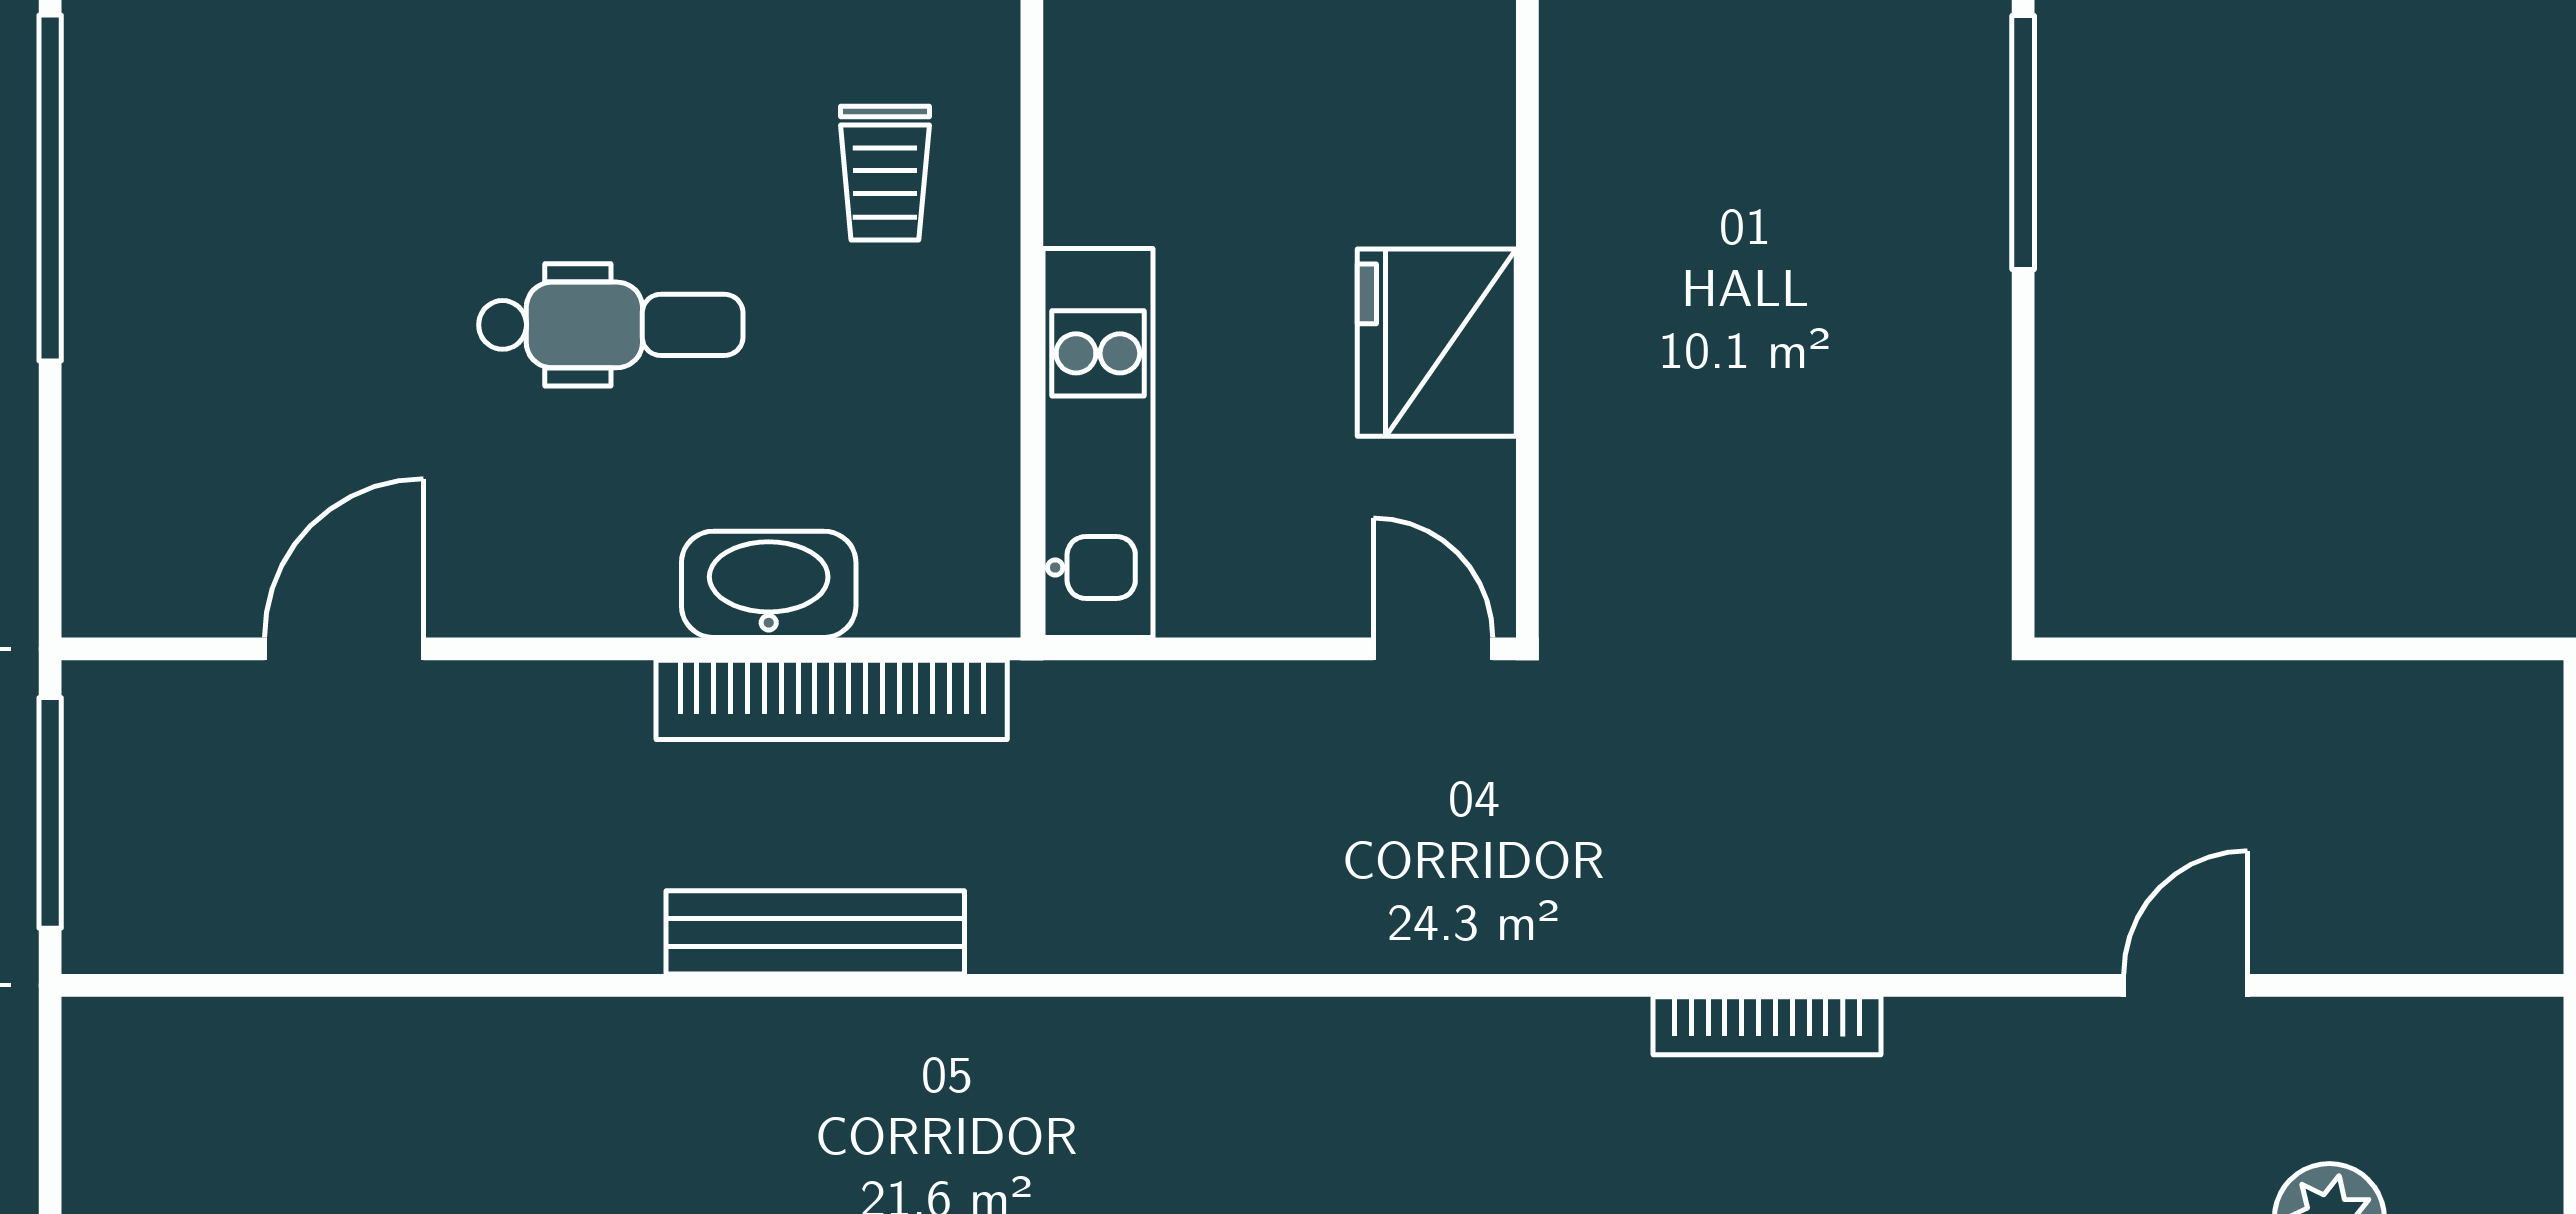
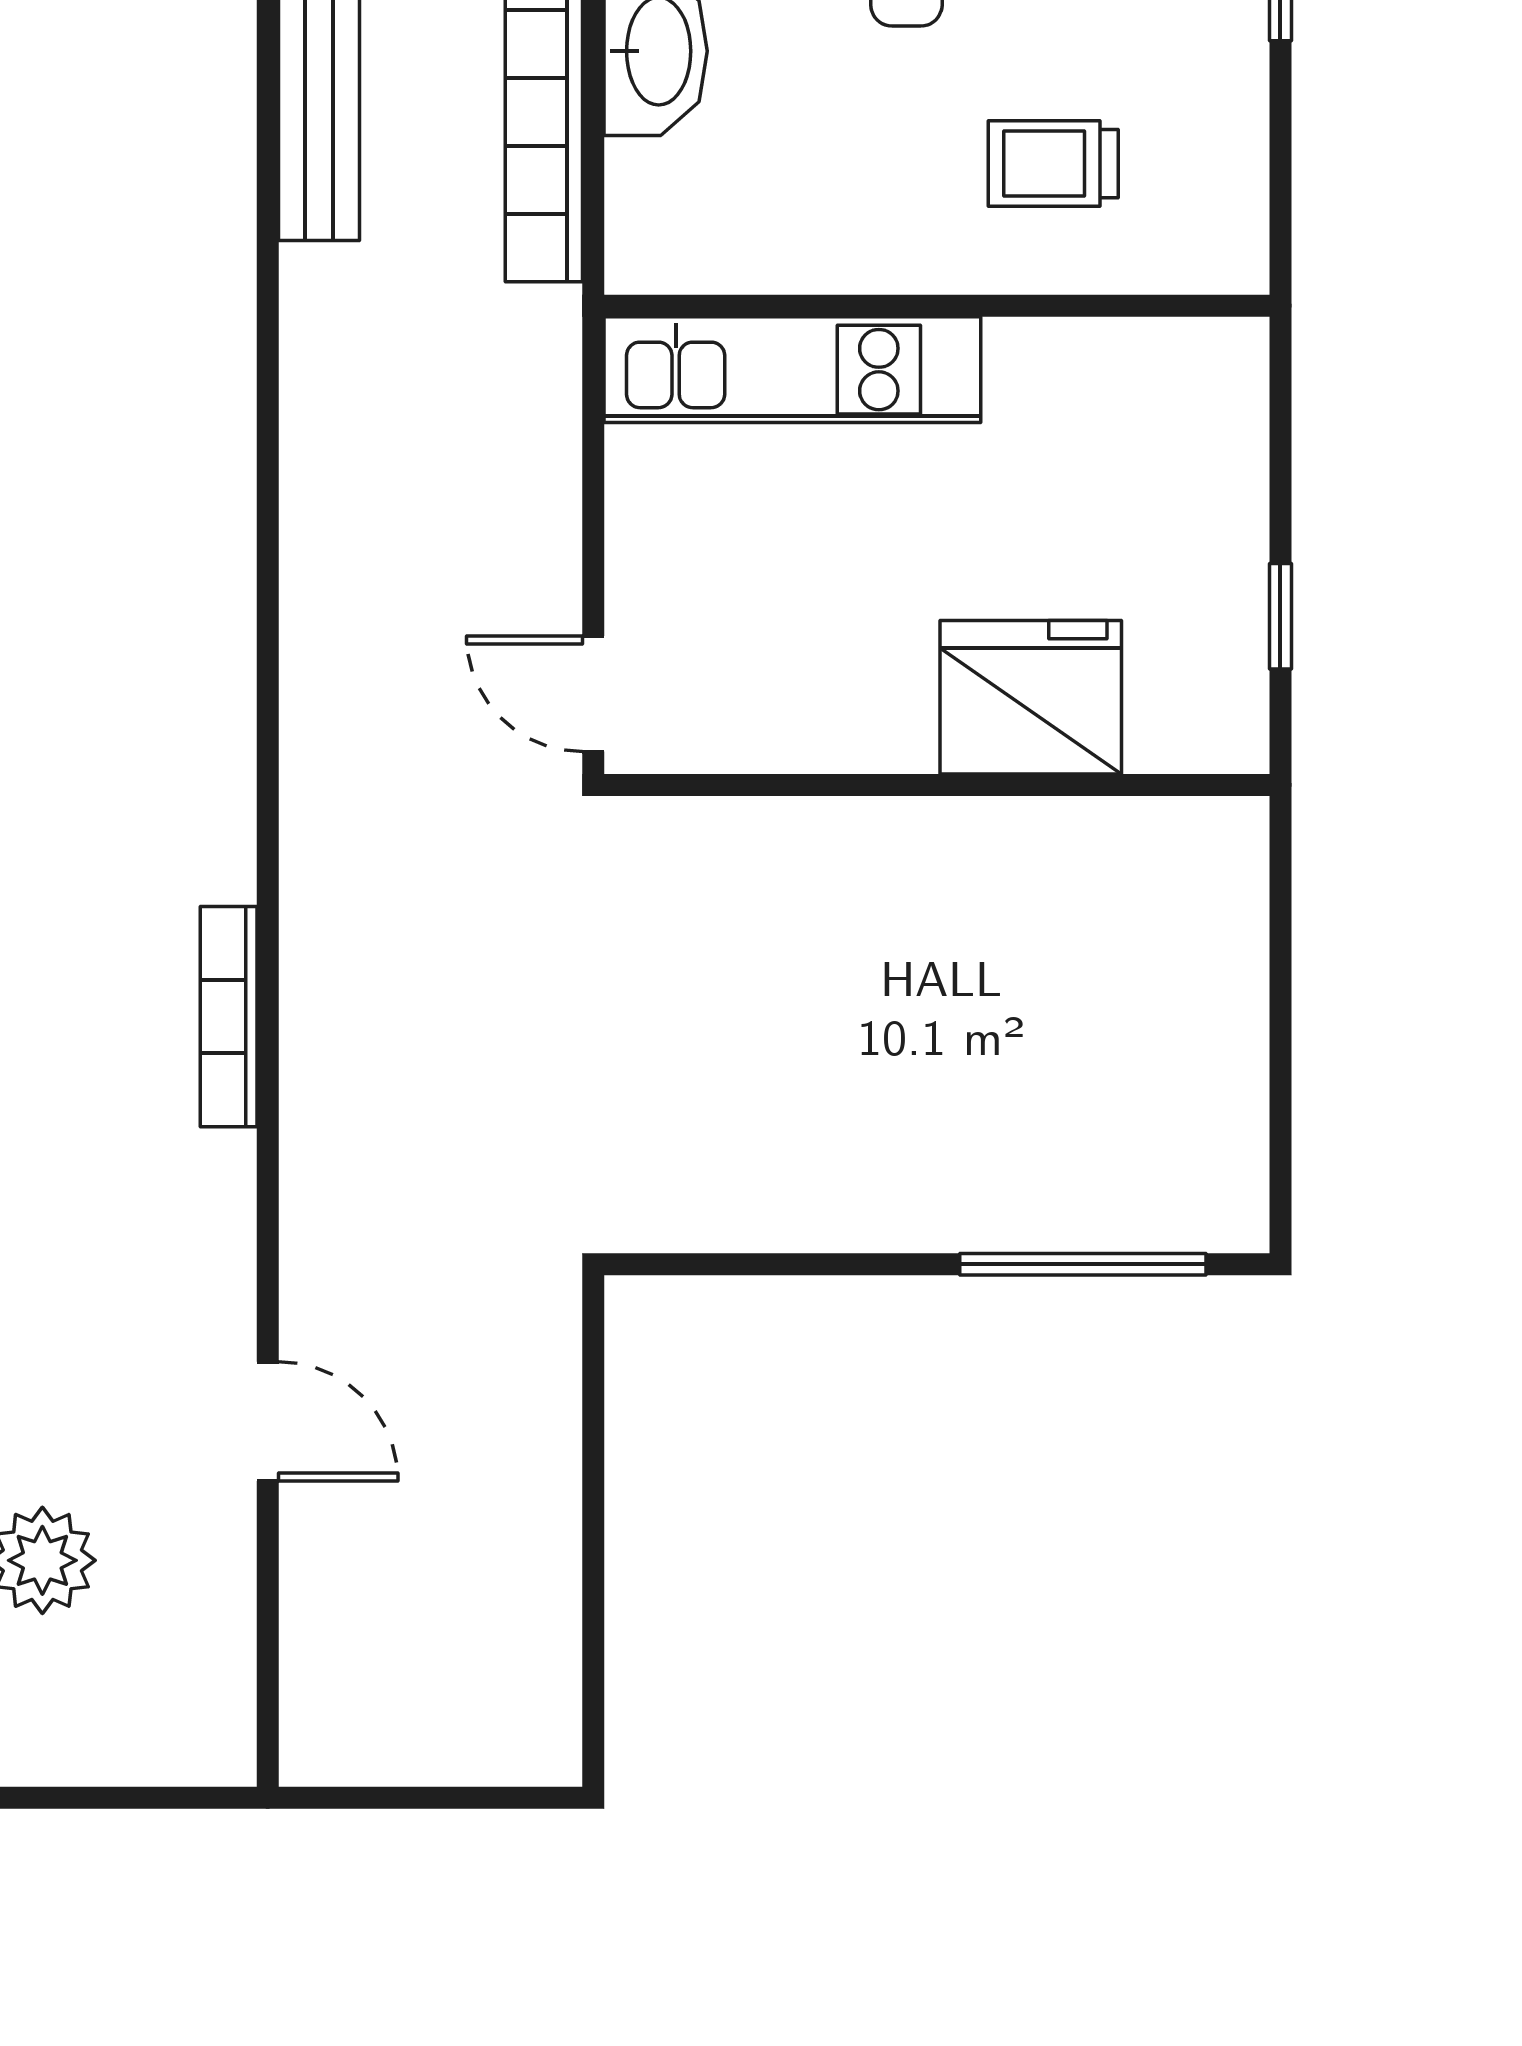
fridge: (1437, 343) -> (1031, 697), moved
door: (1433, 649) -> (593, 694), swing flipped

